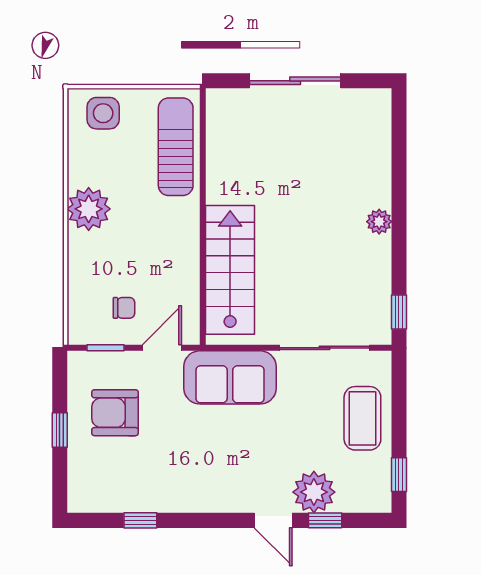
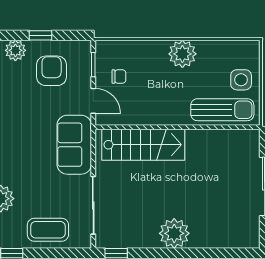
side table: (103, 113) -> (241, 80), moved
plant: (379, 222) -> (174, 233), width x1.88, depth x1.88
chair: (124, 308) -> (119, 77), turned -90
plant: (83, 469) -> (15, 50), added

